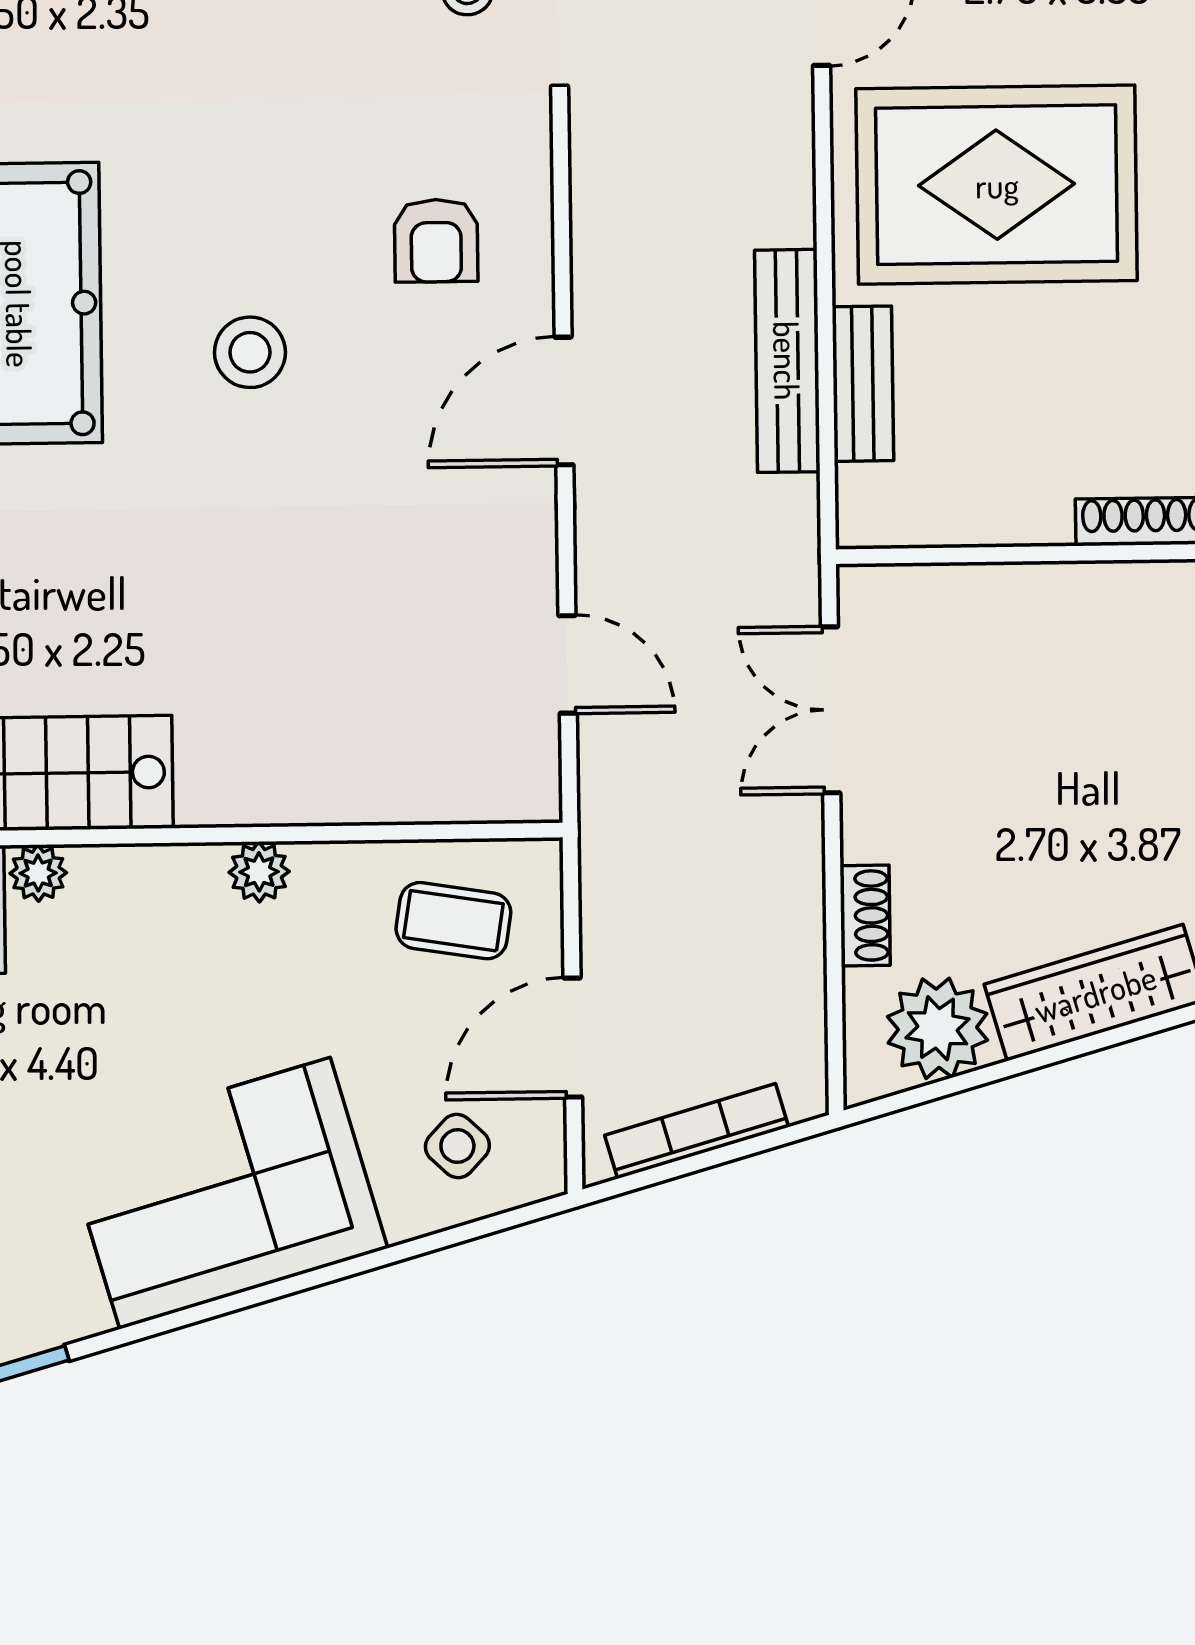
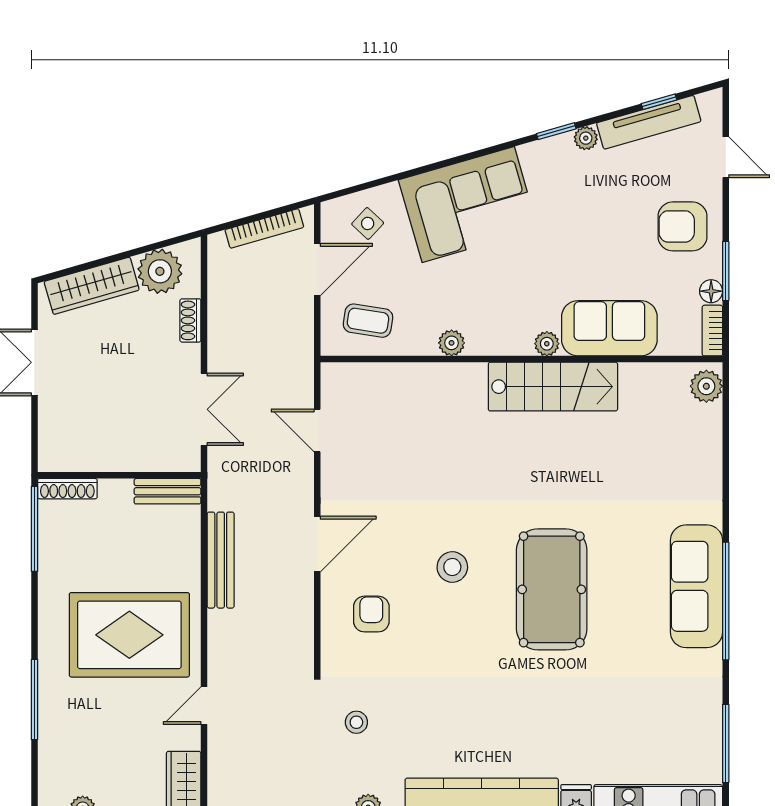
bench: (863, 384) -> (168, 491), moved, turned 90

